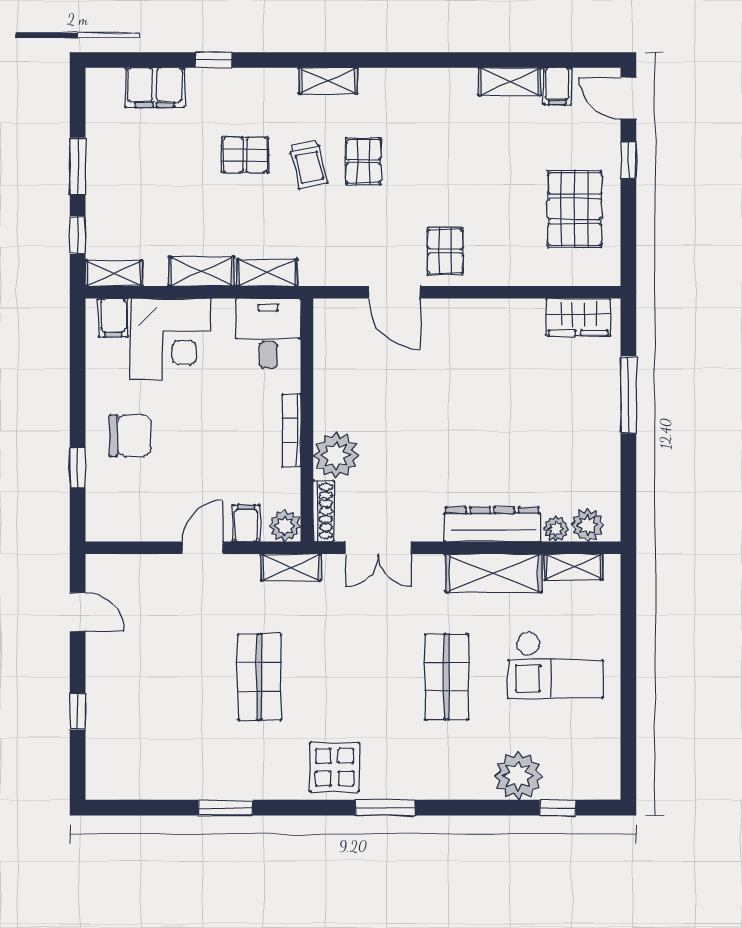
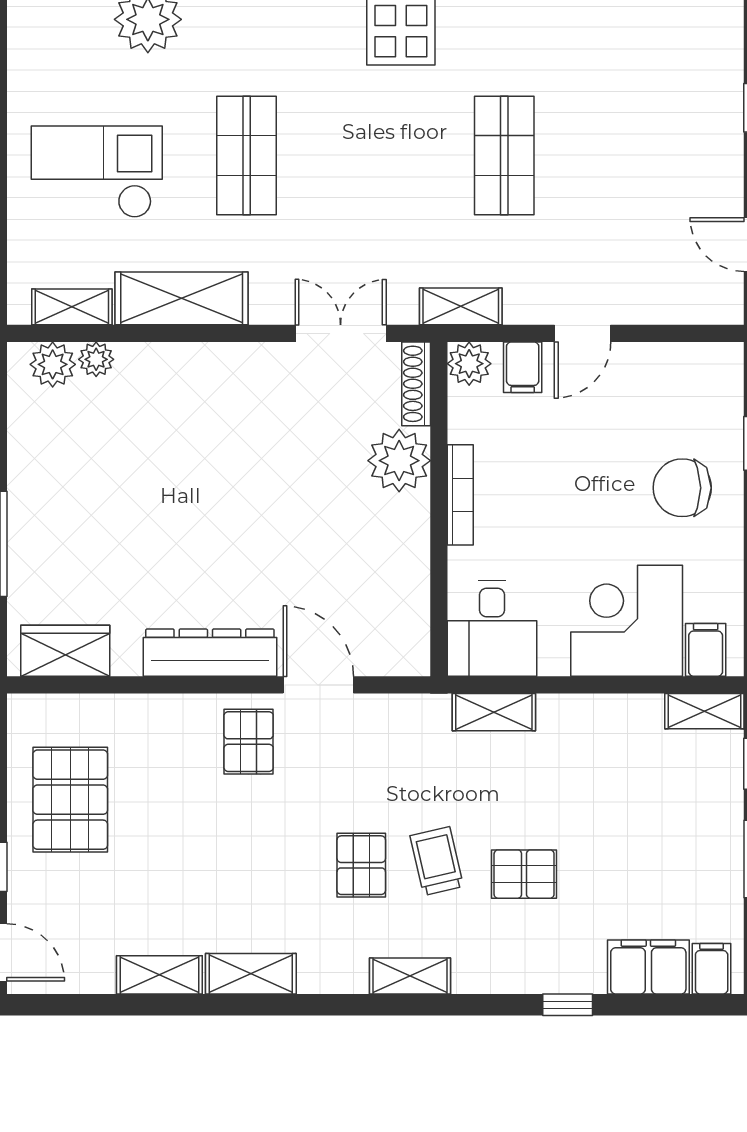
filing cabinet: (557, 86) -> (712, 969), moved
shelving: (201, 271) -> (251, 974), moved
dresser: (492, 524) -> (210, 653), moved, turned 180

